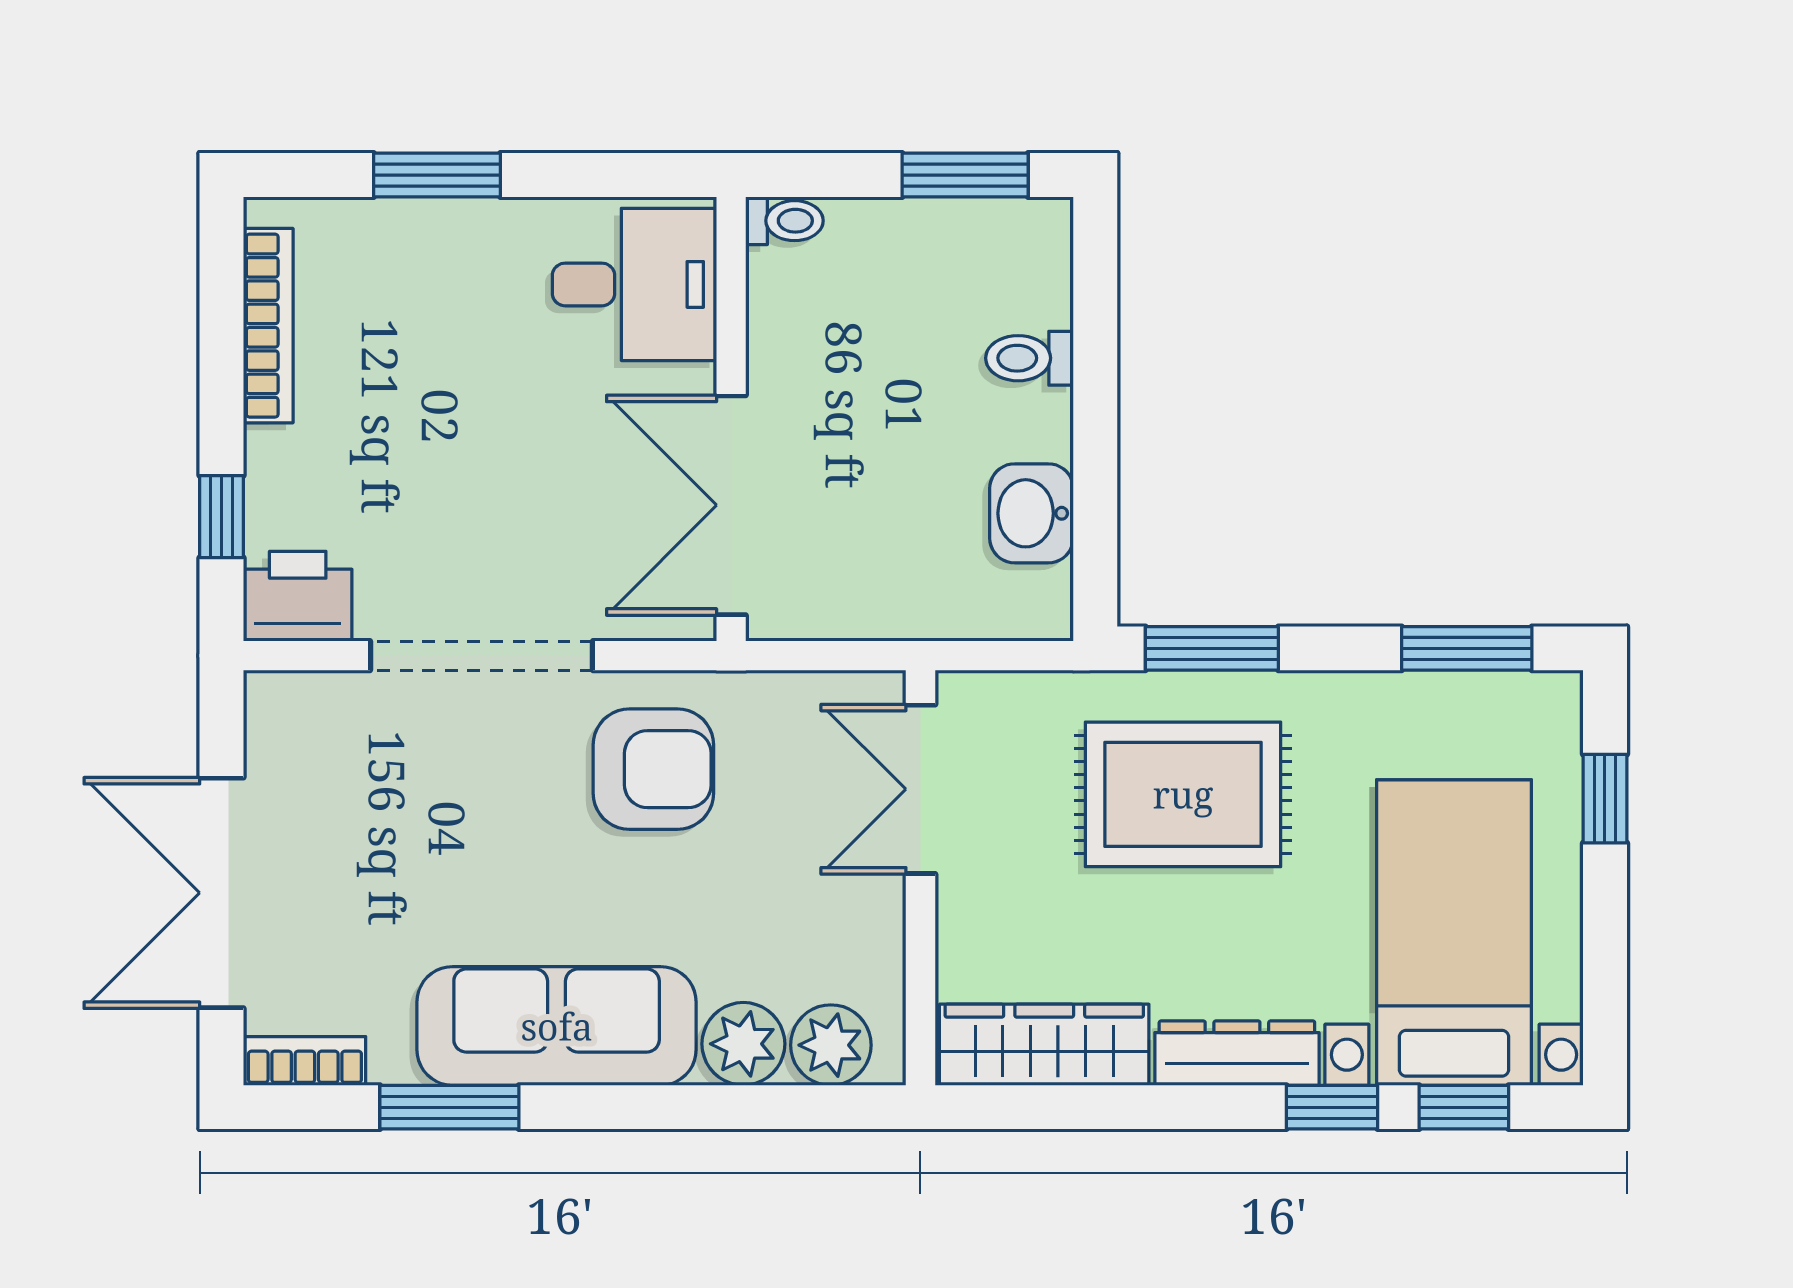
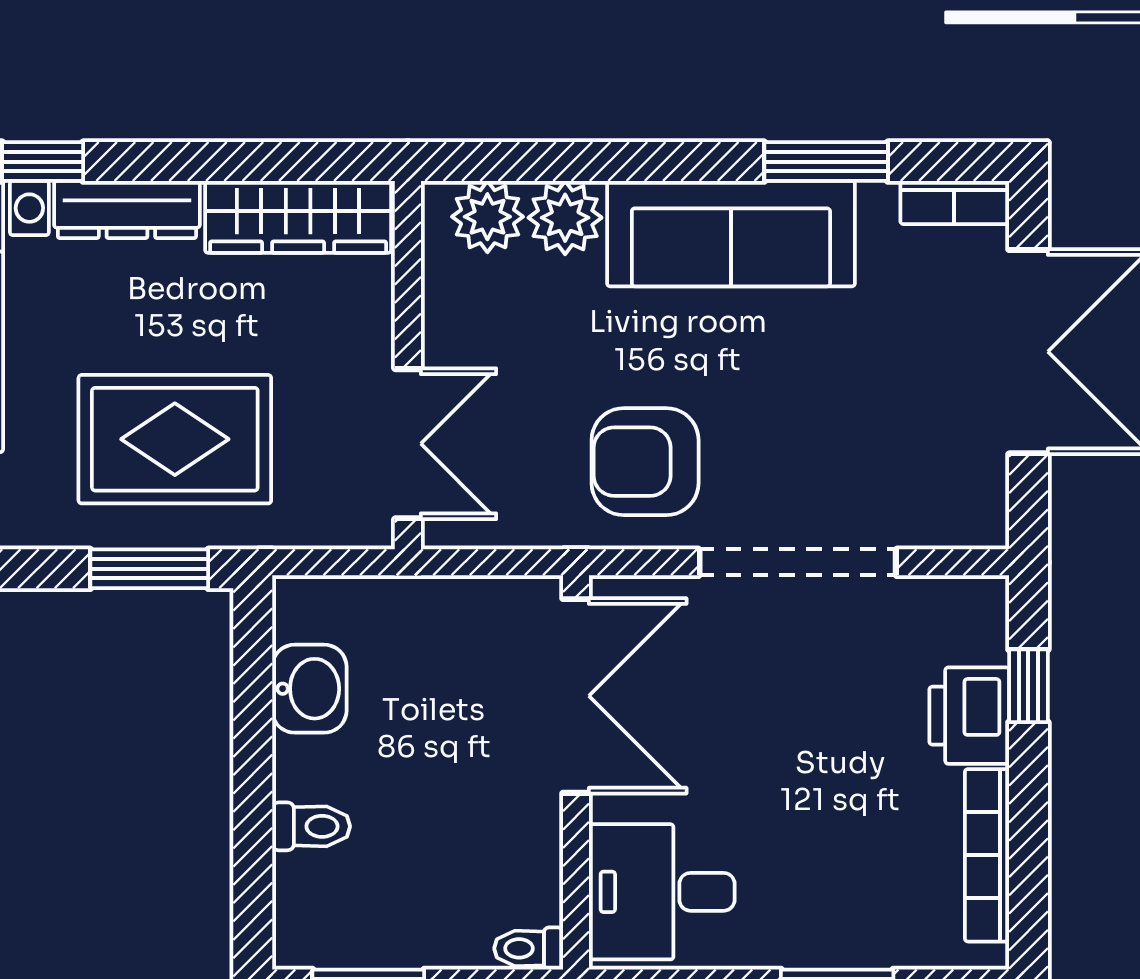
printer: (298, 596) -> (969, 716), moved, turned 90

